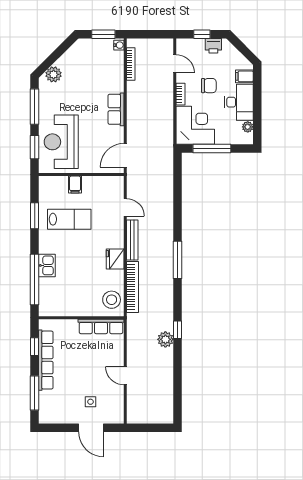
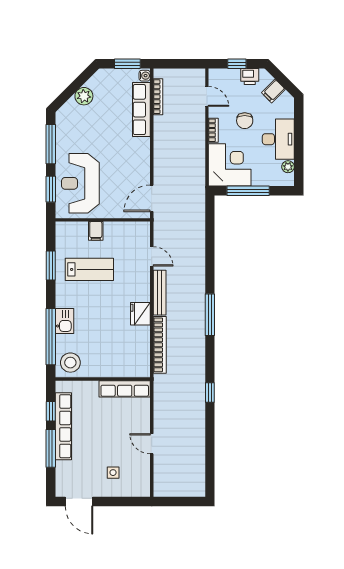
plant: (54, 74) -> (84, 96), moved
filing cabinet: (244, 76) -> (273, 91), moved, turned -45
chair: (209, 86) -> (245, 121), turned 90
row of seats: (116, 109) -> (141, 110), moved, width x1.48
stool: (112, 300) -> (70, 363), moved
plant: (165, 339) -> (196, 403), removed
window: (35, 393) -> (51, 448), moved
door: (91, 428) -> (79, 501), moved

